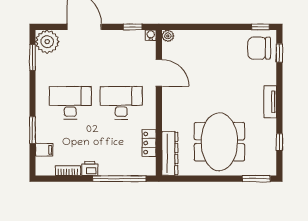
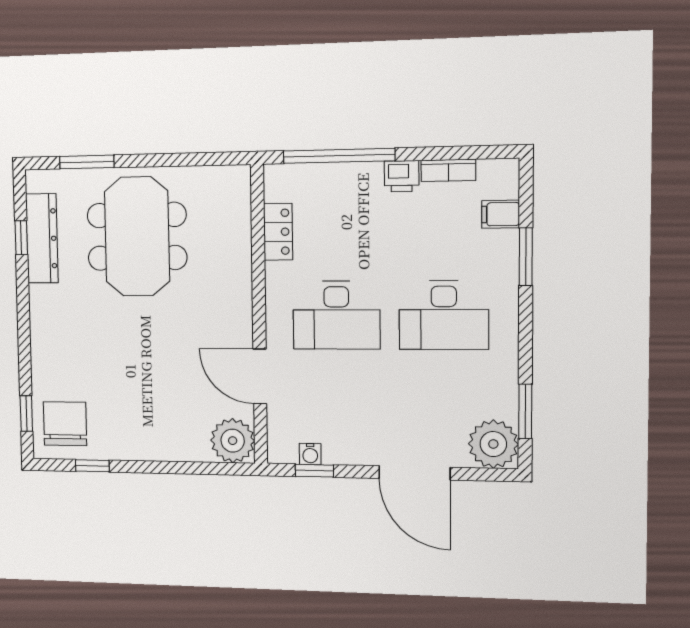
window: (261, 27) -> (92, 466), moved
water cooler: (151, 35) -> (310, 454), moved
plant: (168, 36) -> (233, 441), width x1.88, depth x1.88
chair: (259, 48) -> (65, 424), turned -90
tv unit: (270, 102) -> (41, 318), removed
dresser: (170, 153) -> (42, 238), moved, turned 180
window: (256, 179) -> (87, 162), moved

